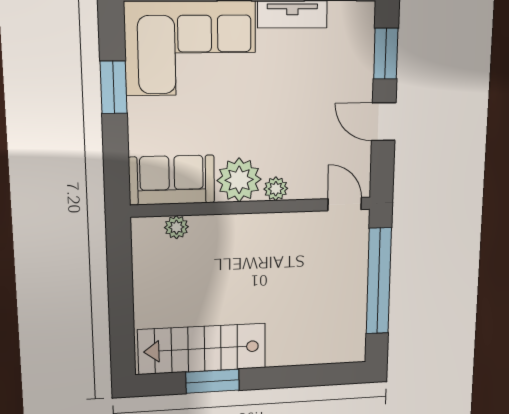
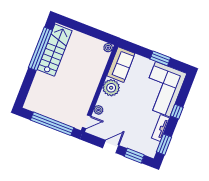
plant: (276, 189) -> (98, 110), moved
plant: (176, 227) -> (108, 48), moved
window: (213, 381) -> (40, 49), width x2.11

